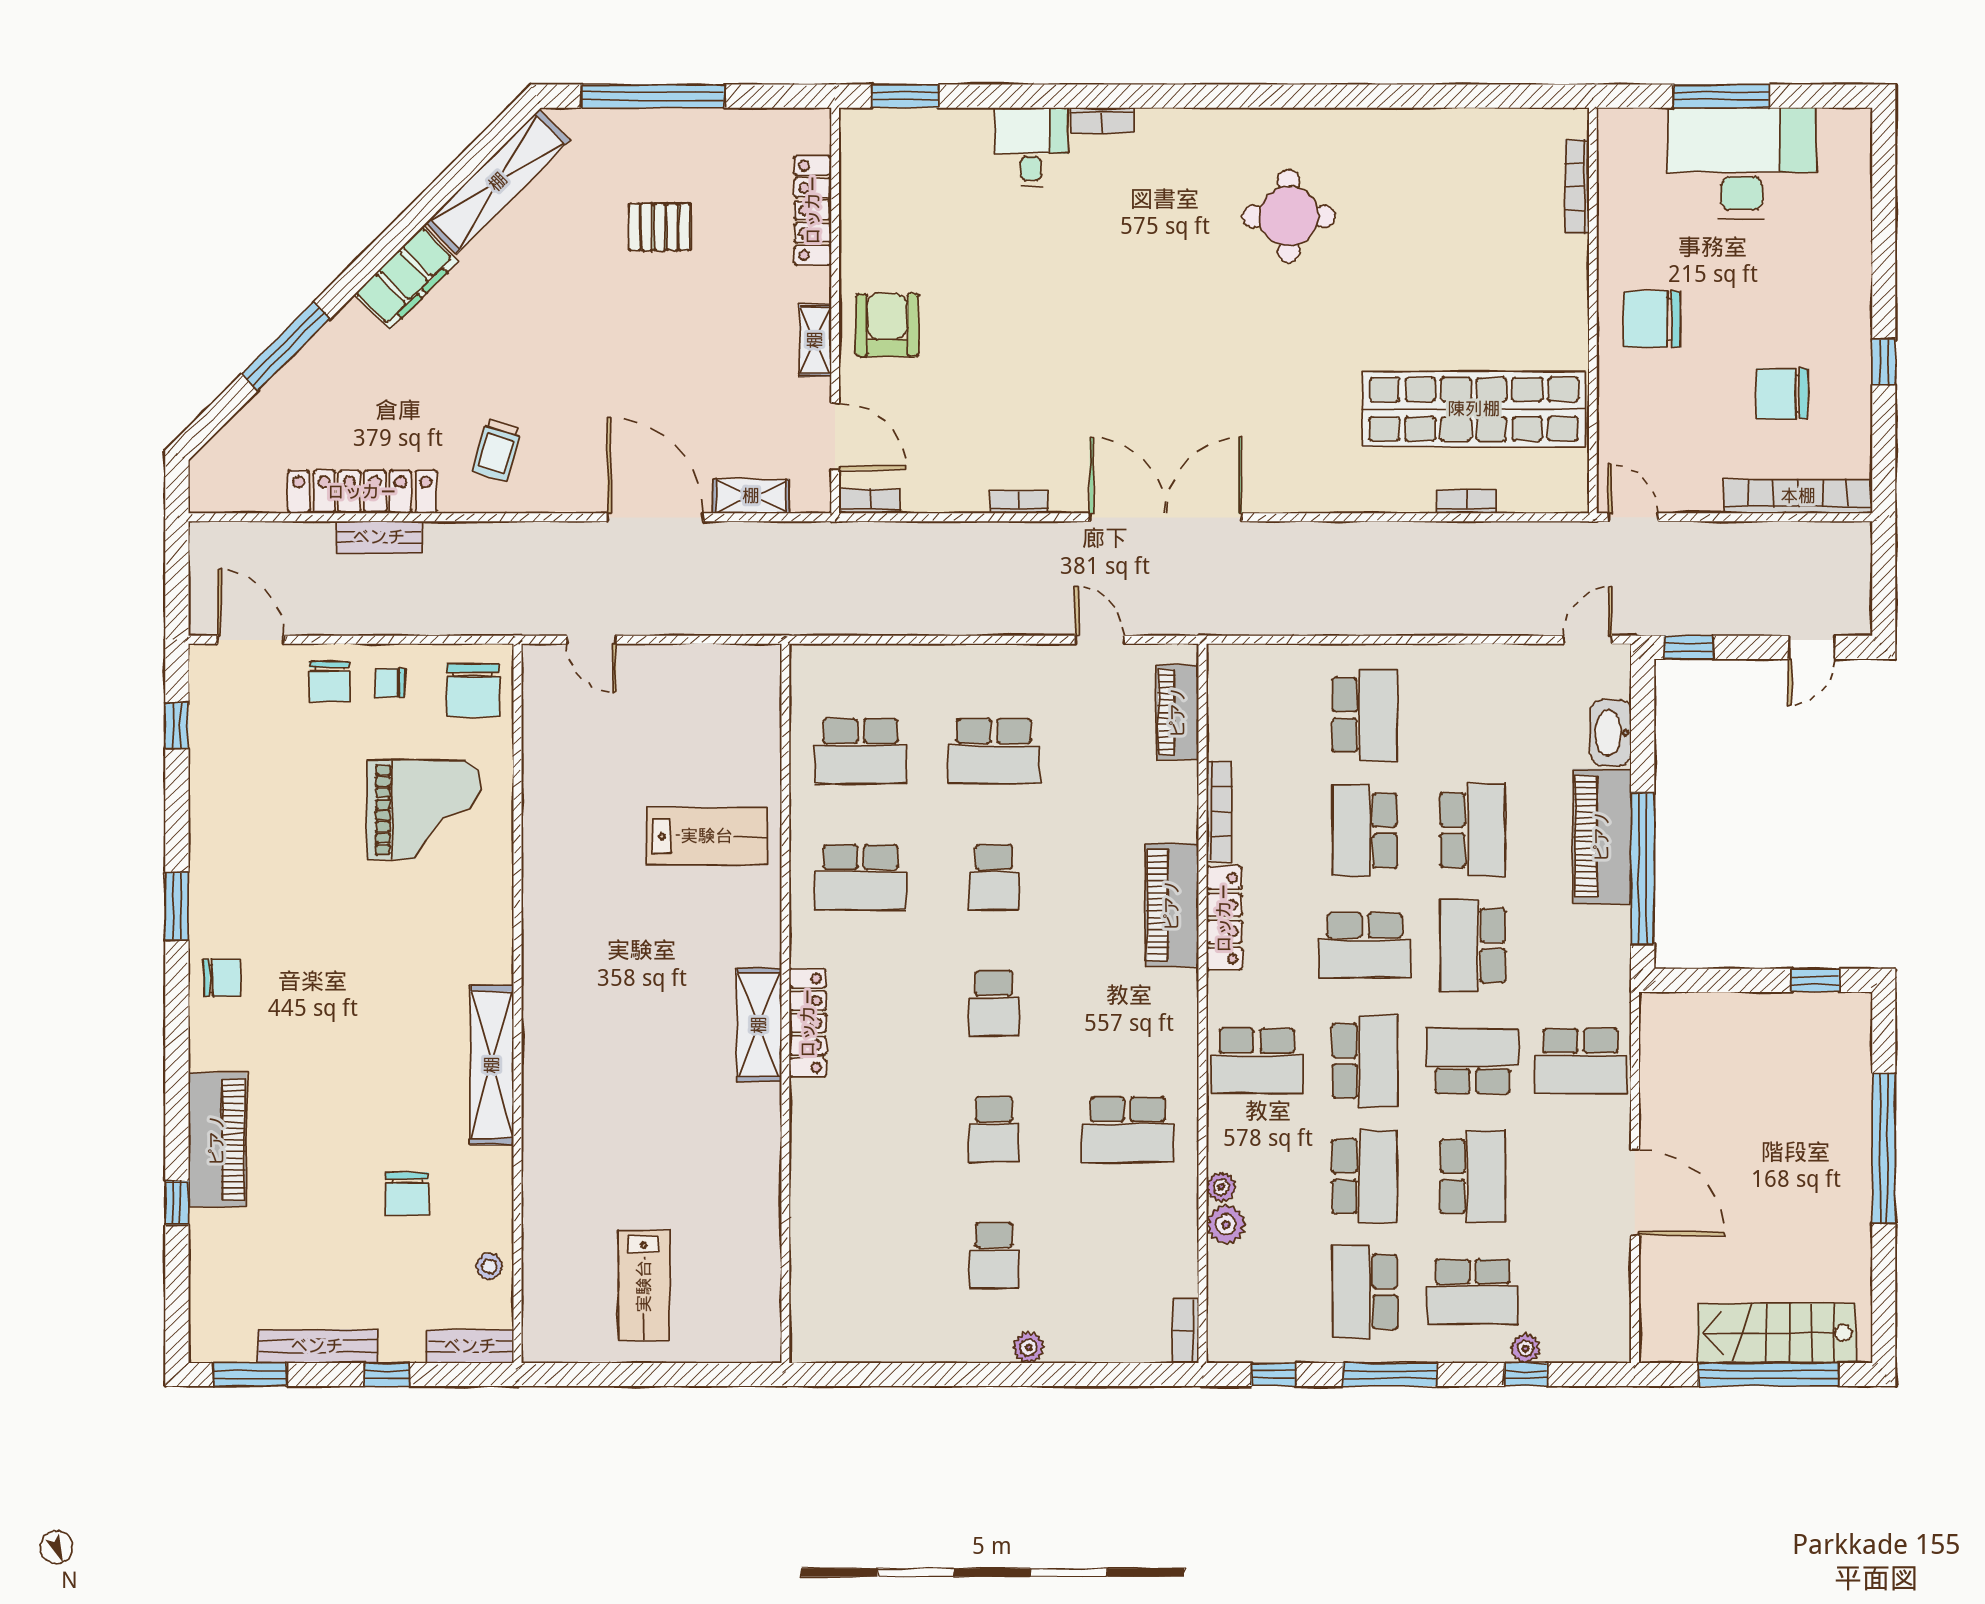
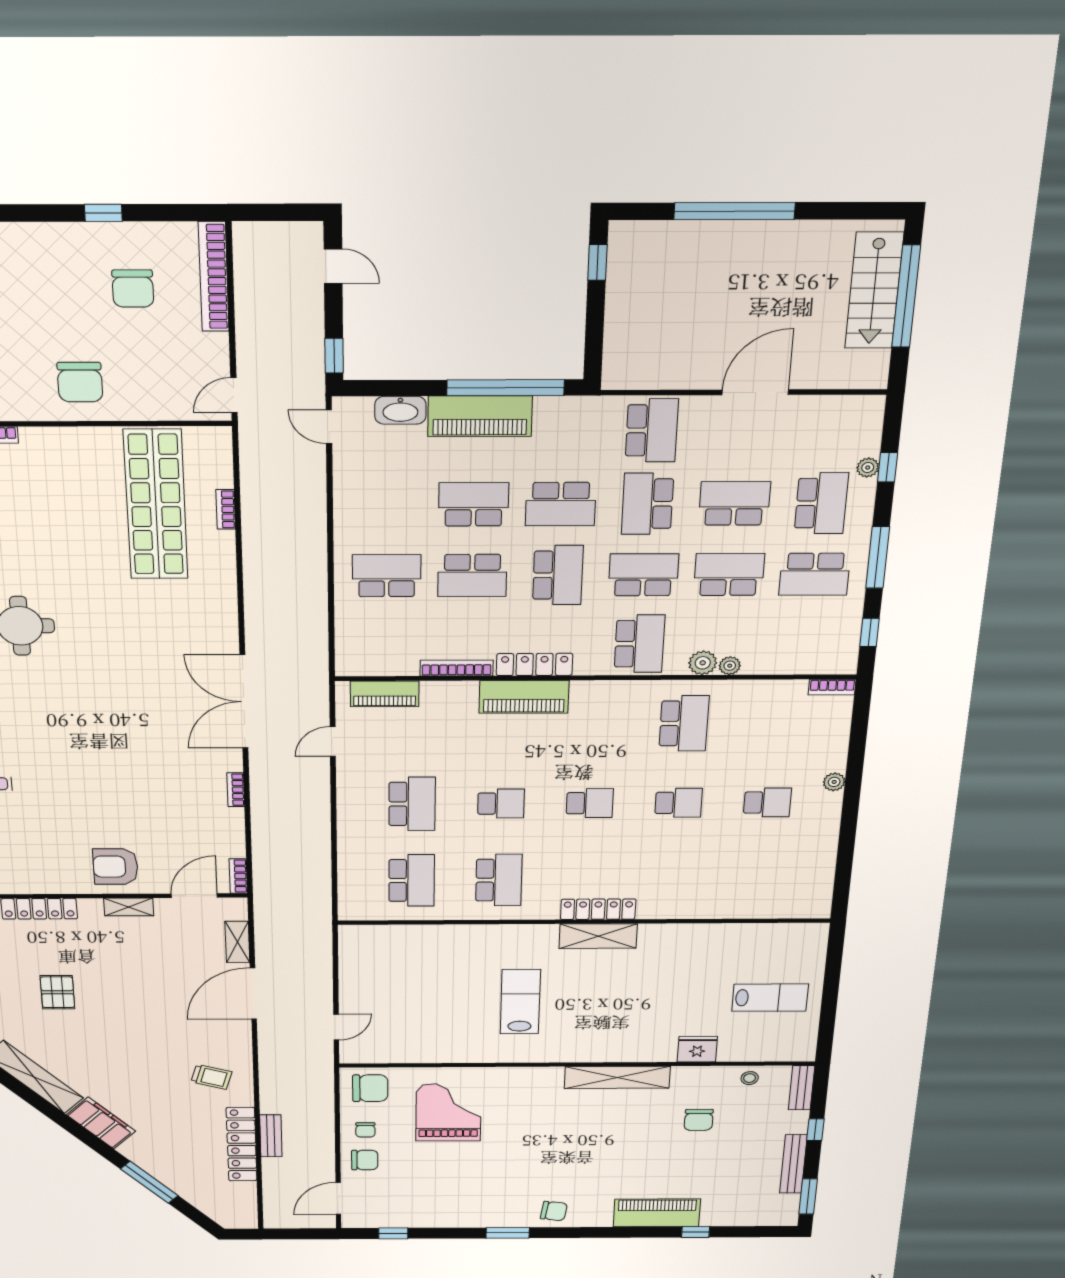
lab bench: (707, 836) -> (520, 1002), moved
chair: (222, 978) -> (554, 1211), turned 98
fridge: (546, 1183) -> (697, 1049), added
chair: (407, 1194) -> (699, 1120), turned 90
plant: (1226, 1224) -> (703, 663), moved

